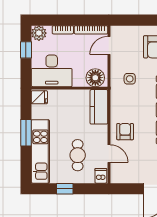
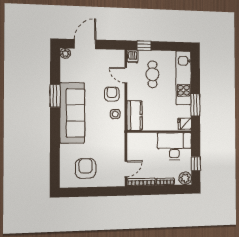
floor lamp: (95, 78) -> (138, 141), removed
side table: (130, 79) -> (115, 114), moved
armchair: (125, 132) -> (112, 94), turned 180
window: (26, 133) -> (195, 105), moved
window: (65, 189) -> (144, 46), moved

